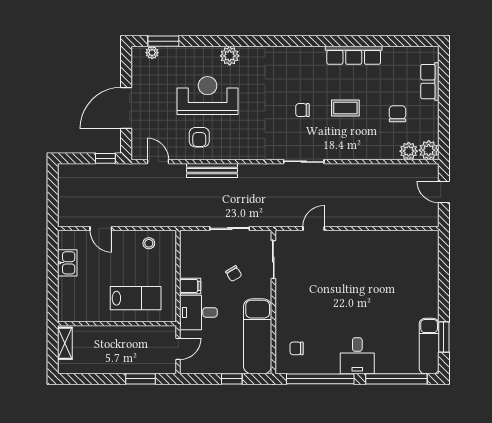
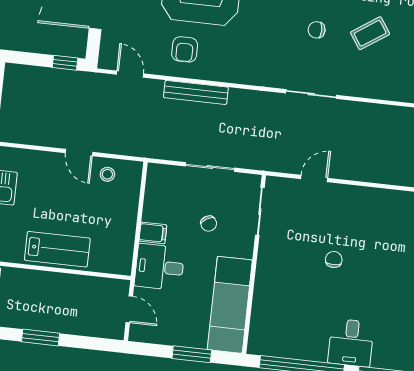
coffee table: (345, 108) -> (370, 33), turned -34
door: (101, 228) -> (79, 153), moved
lab bench: (136, 298) -> (57, 249), moved
chair: (297, 348) -> (334, 260), moved, turned 90
door: (178, 349) -> (129, 309), hinge flipped
window: (140, 379) -> (40, 338), moved
window: (232, 379) -> (192, 354), width x1.50

